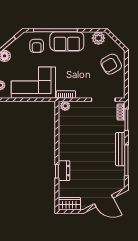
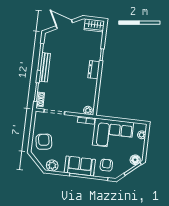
armchair: (111, 64) -> (44, 142), turned -69
dresser: (64, 171) -> (94, 70), moved

